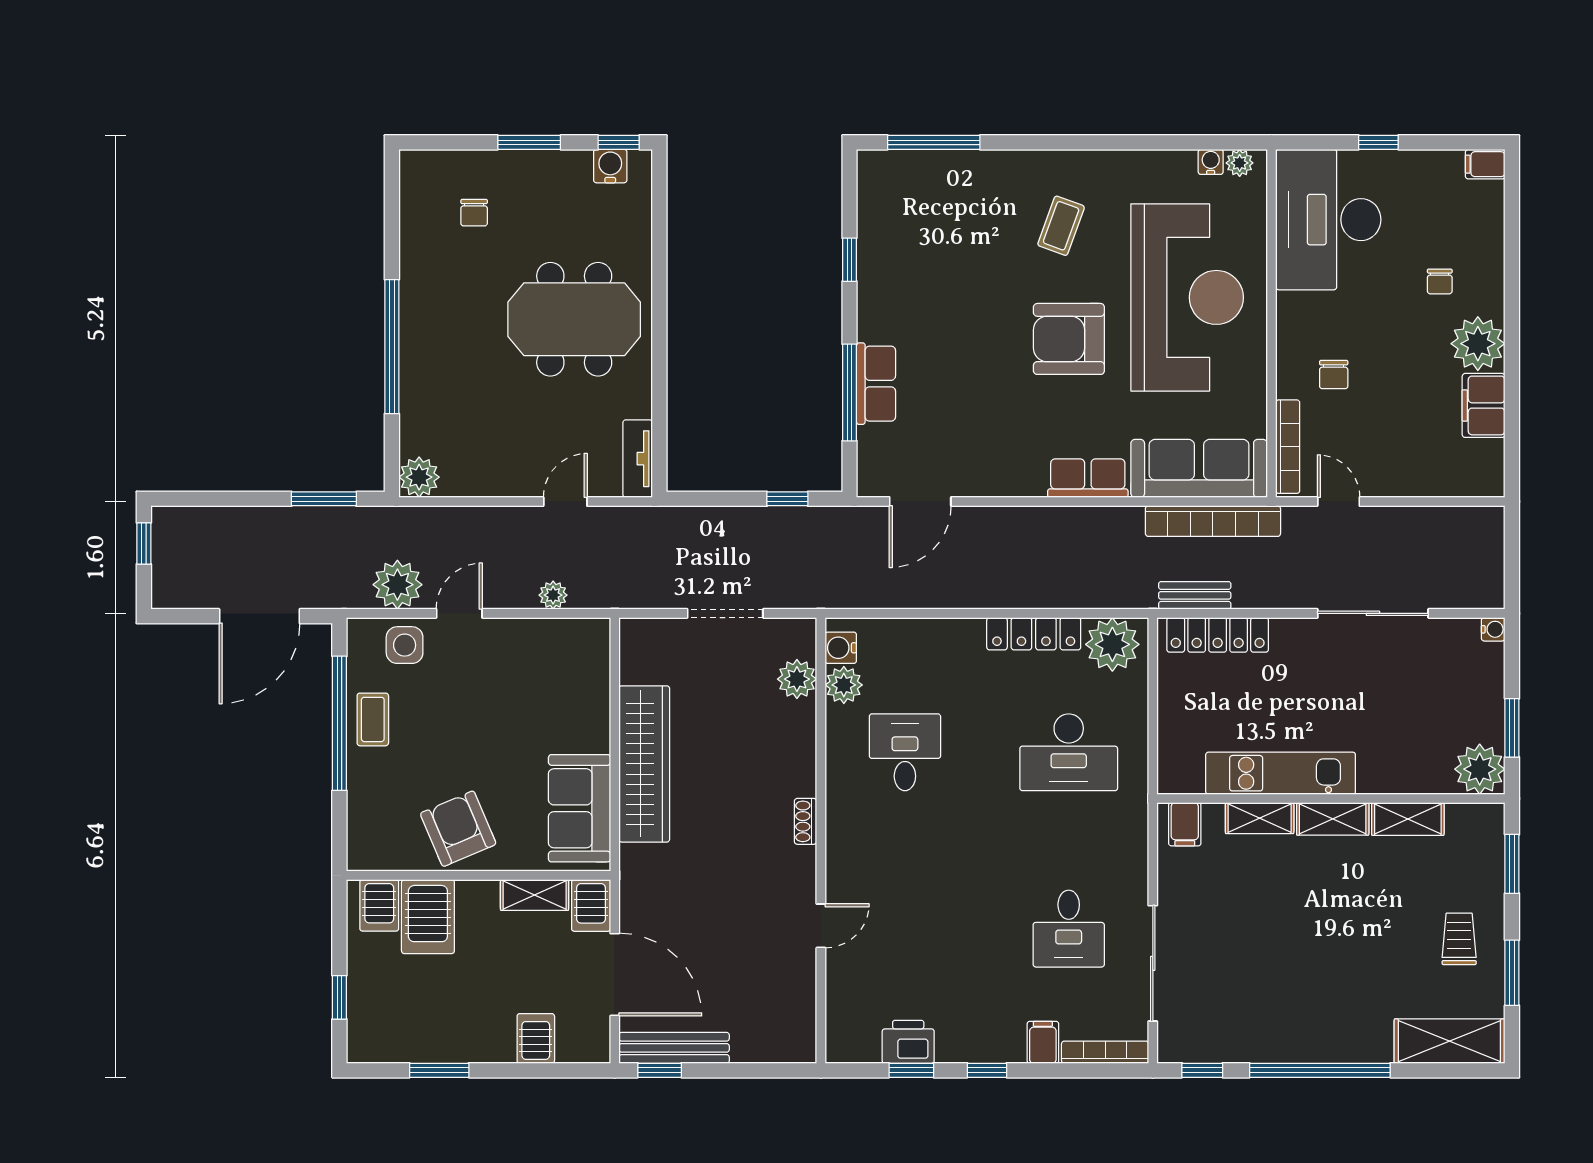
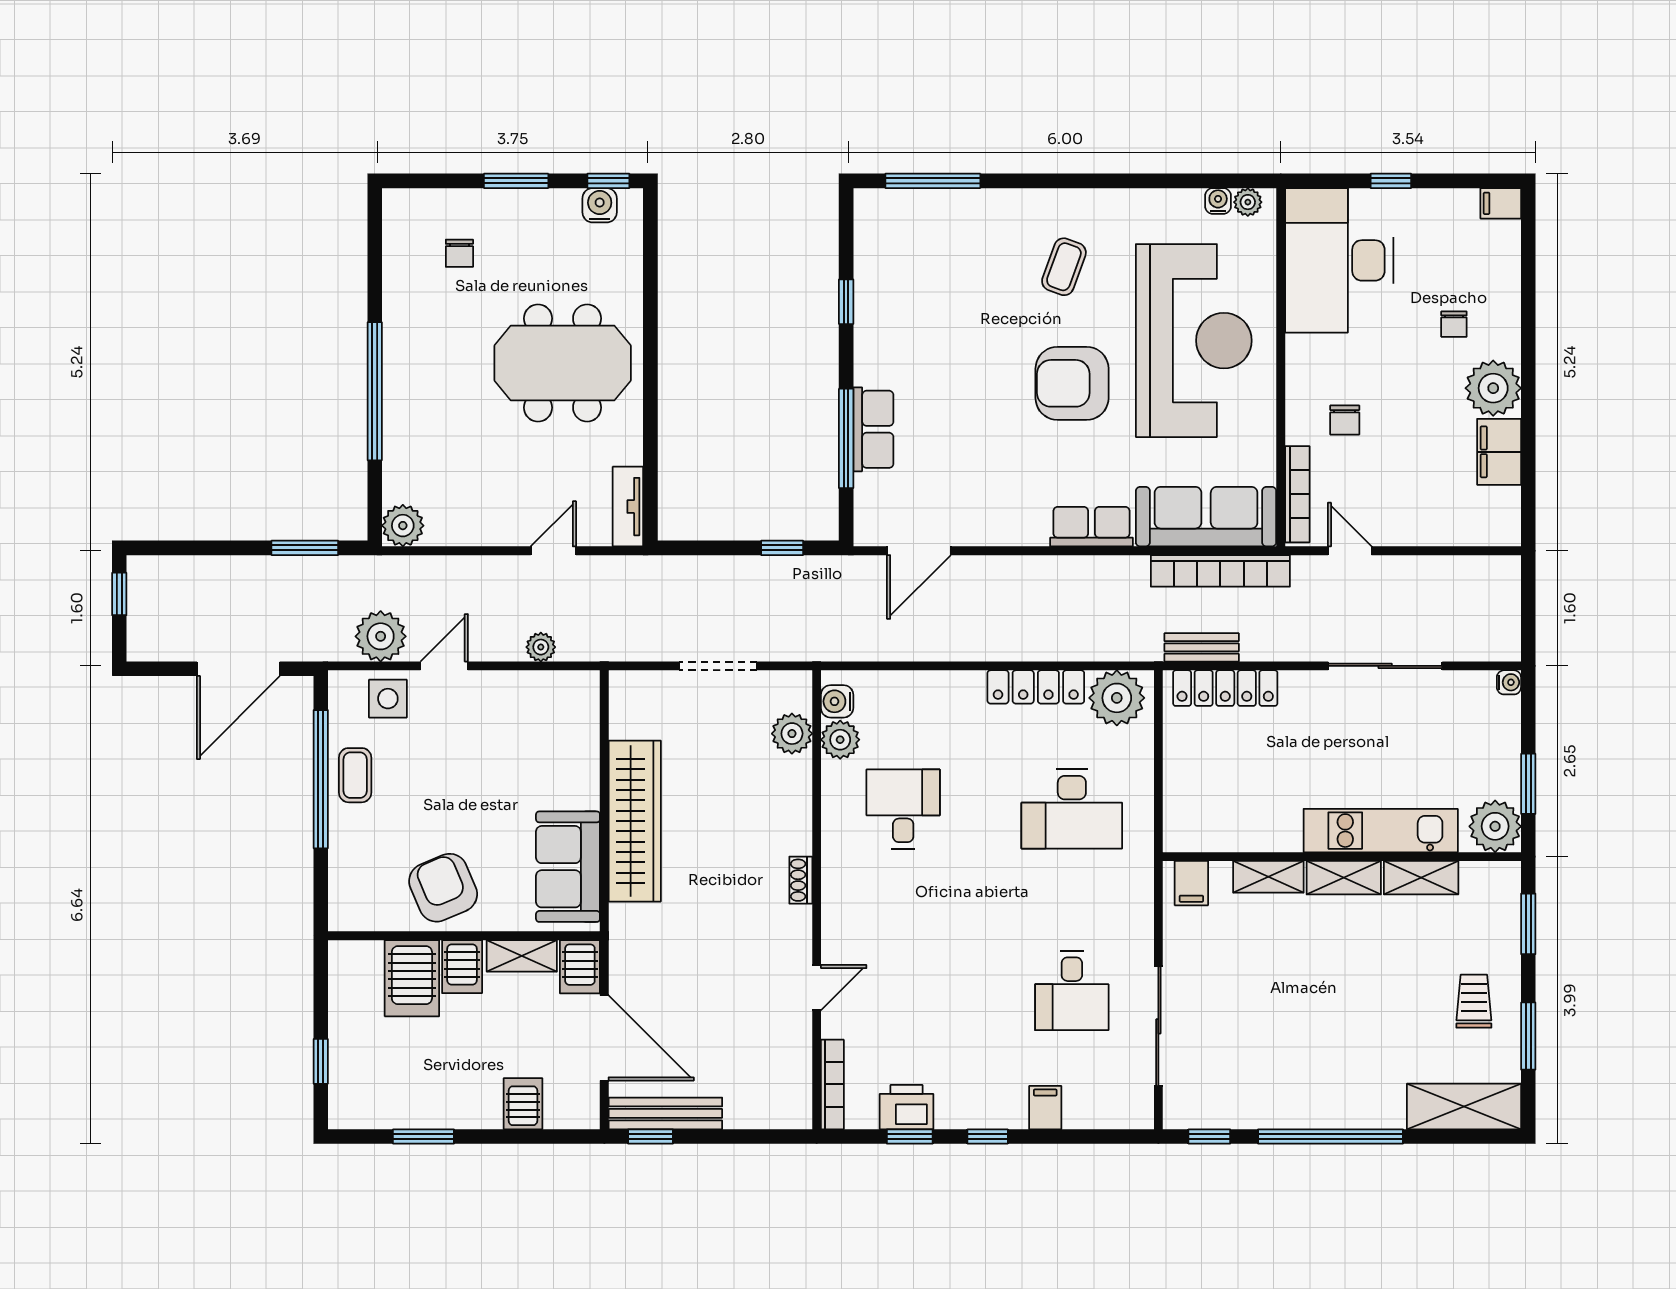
kitchen unit: (1281, 773) -> (1381, 831), moved
server rack: (379, 905) -> (462, 967), moved
bookcase: (1105, 1052) -> (832, 1084), moved, turned 90

